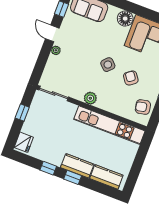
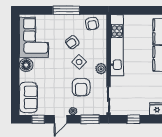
window: (40, 65) -> (90, 119), added
side table: (108, 65) -> (79, 62), moved
armchair: (78, 69) -> (81, 87), added

